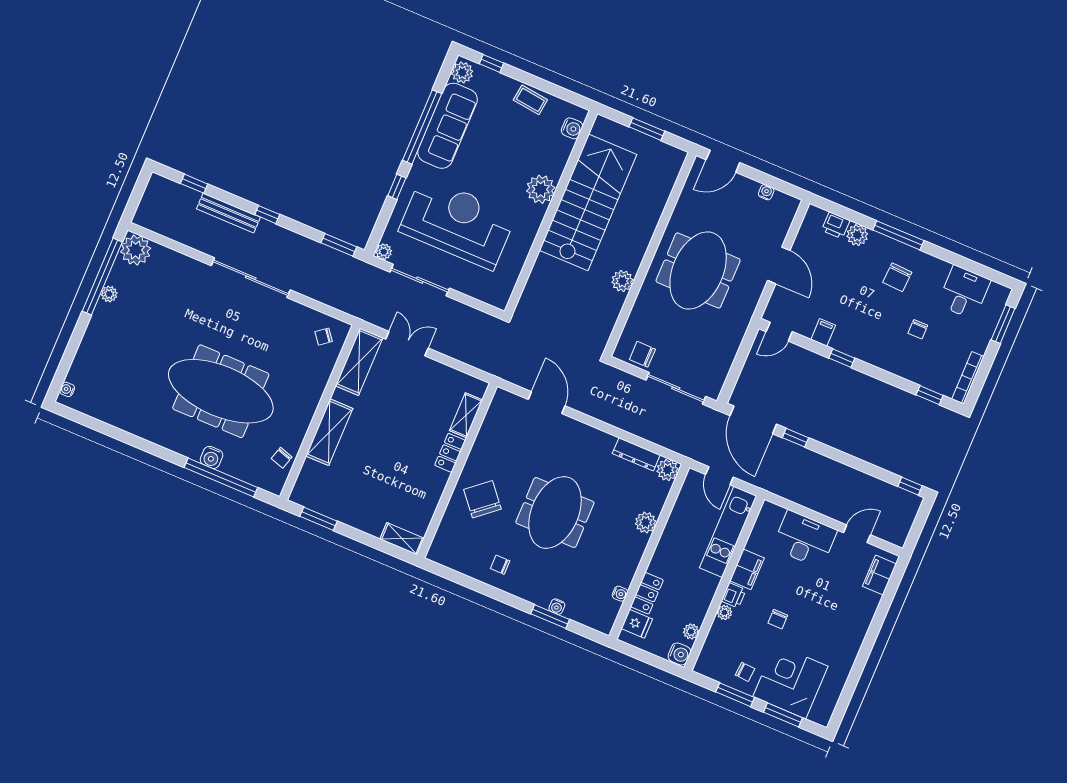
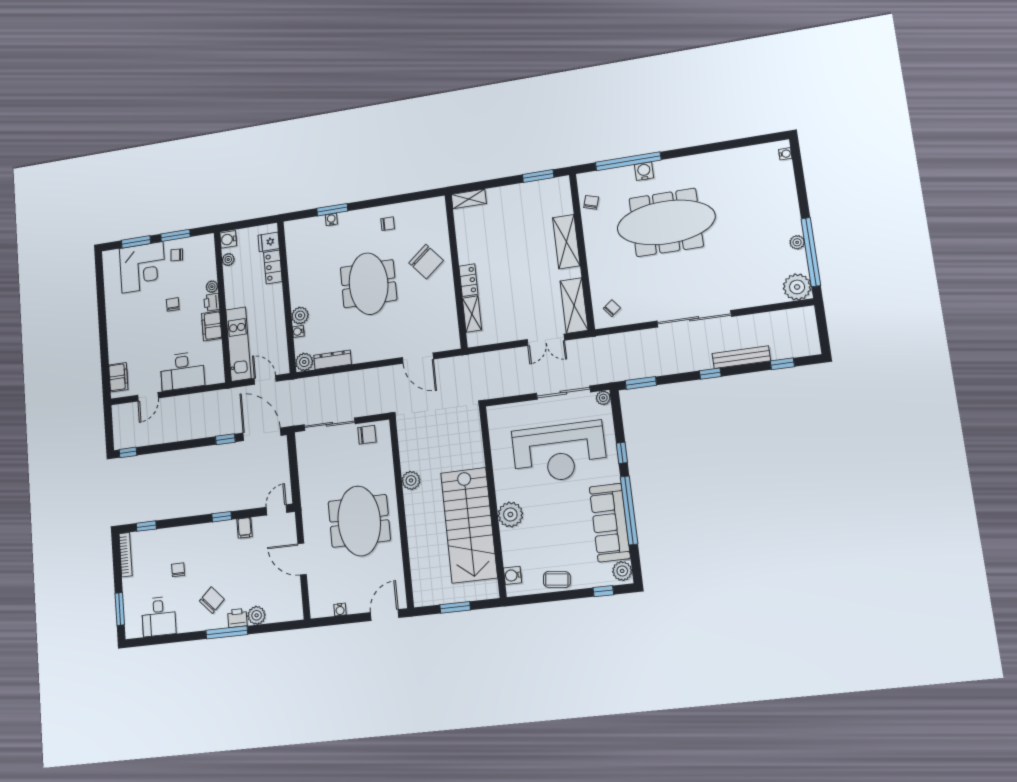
printer: (836, 225) -> (237, 618), moved
chair: (897, 277) -> (212, 600), turned 44
water cooler: (620, 594) -> (298, 331), moved

